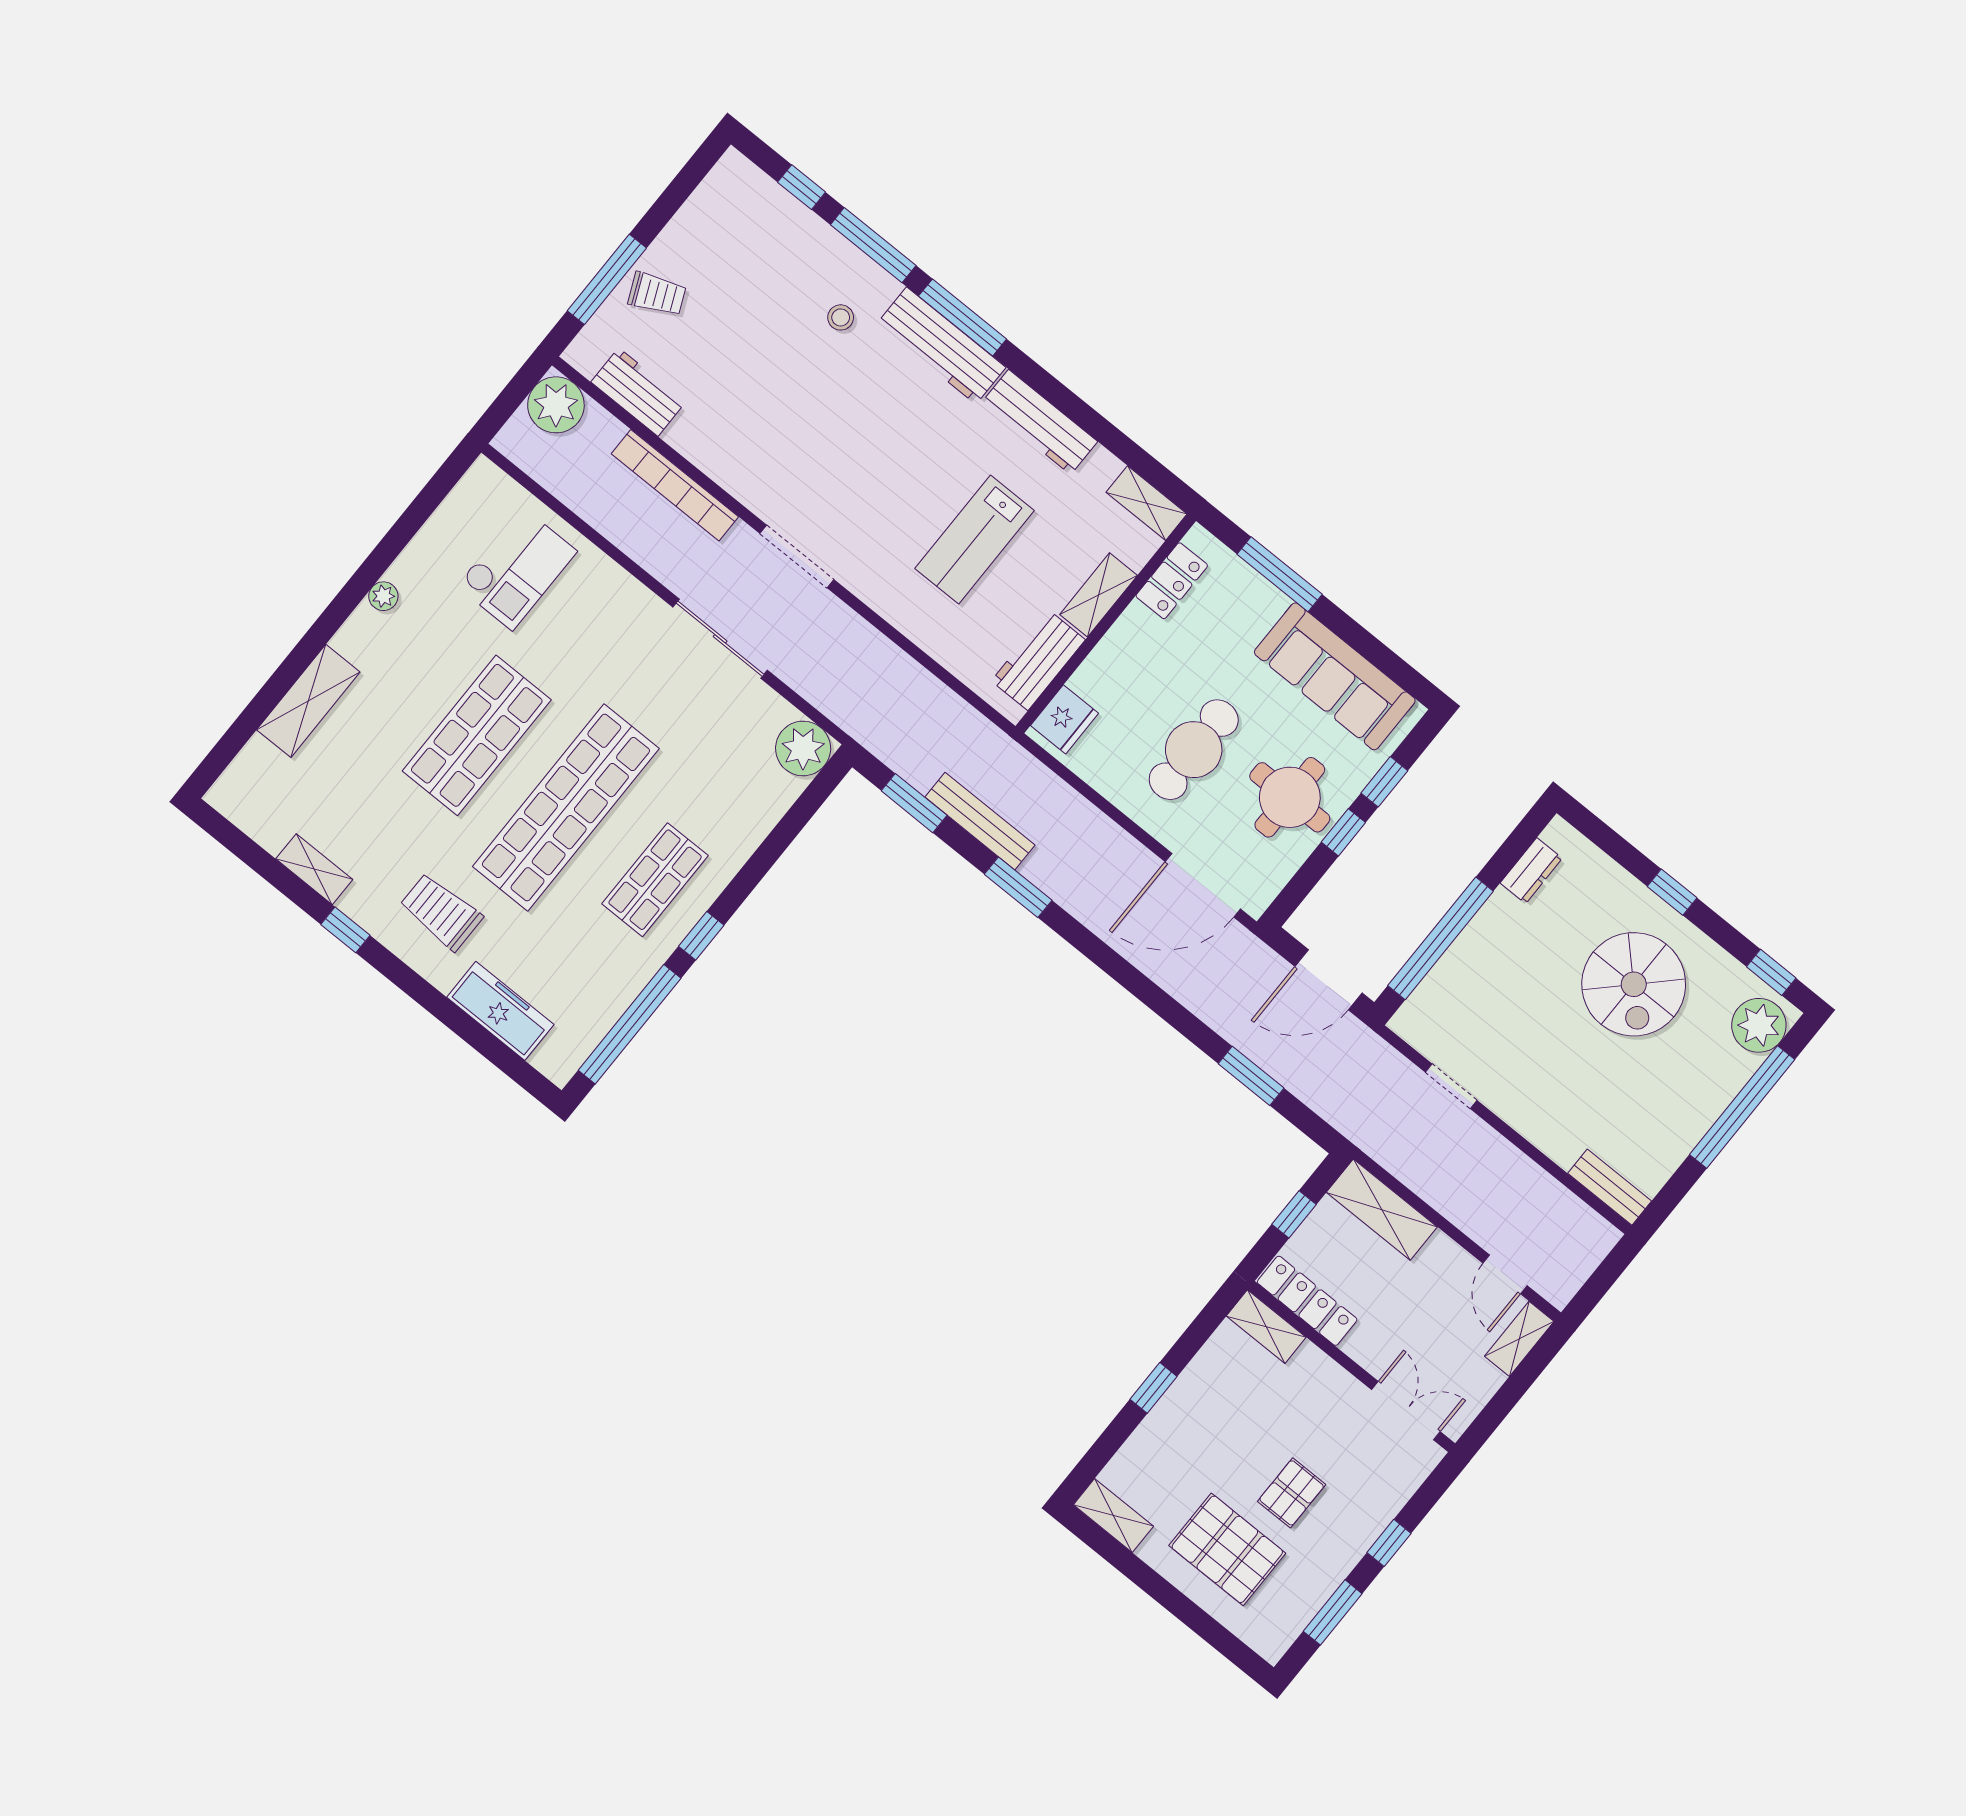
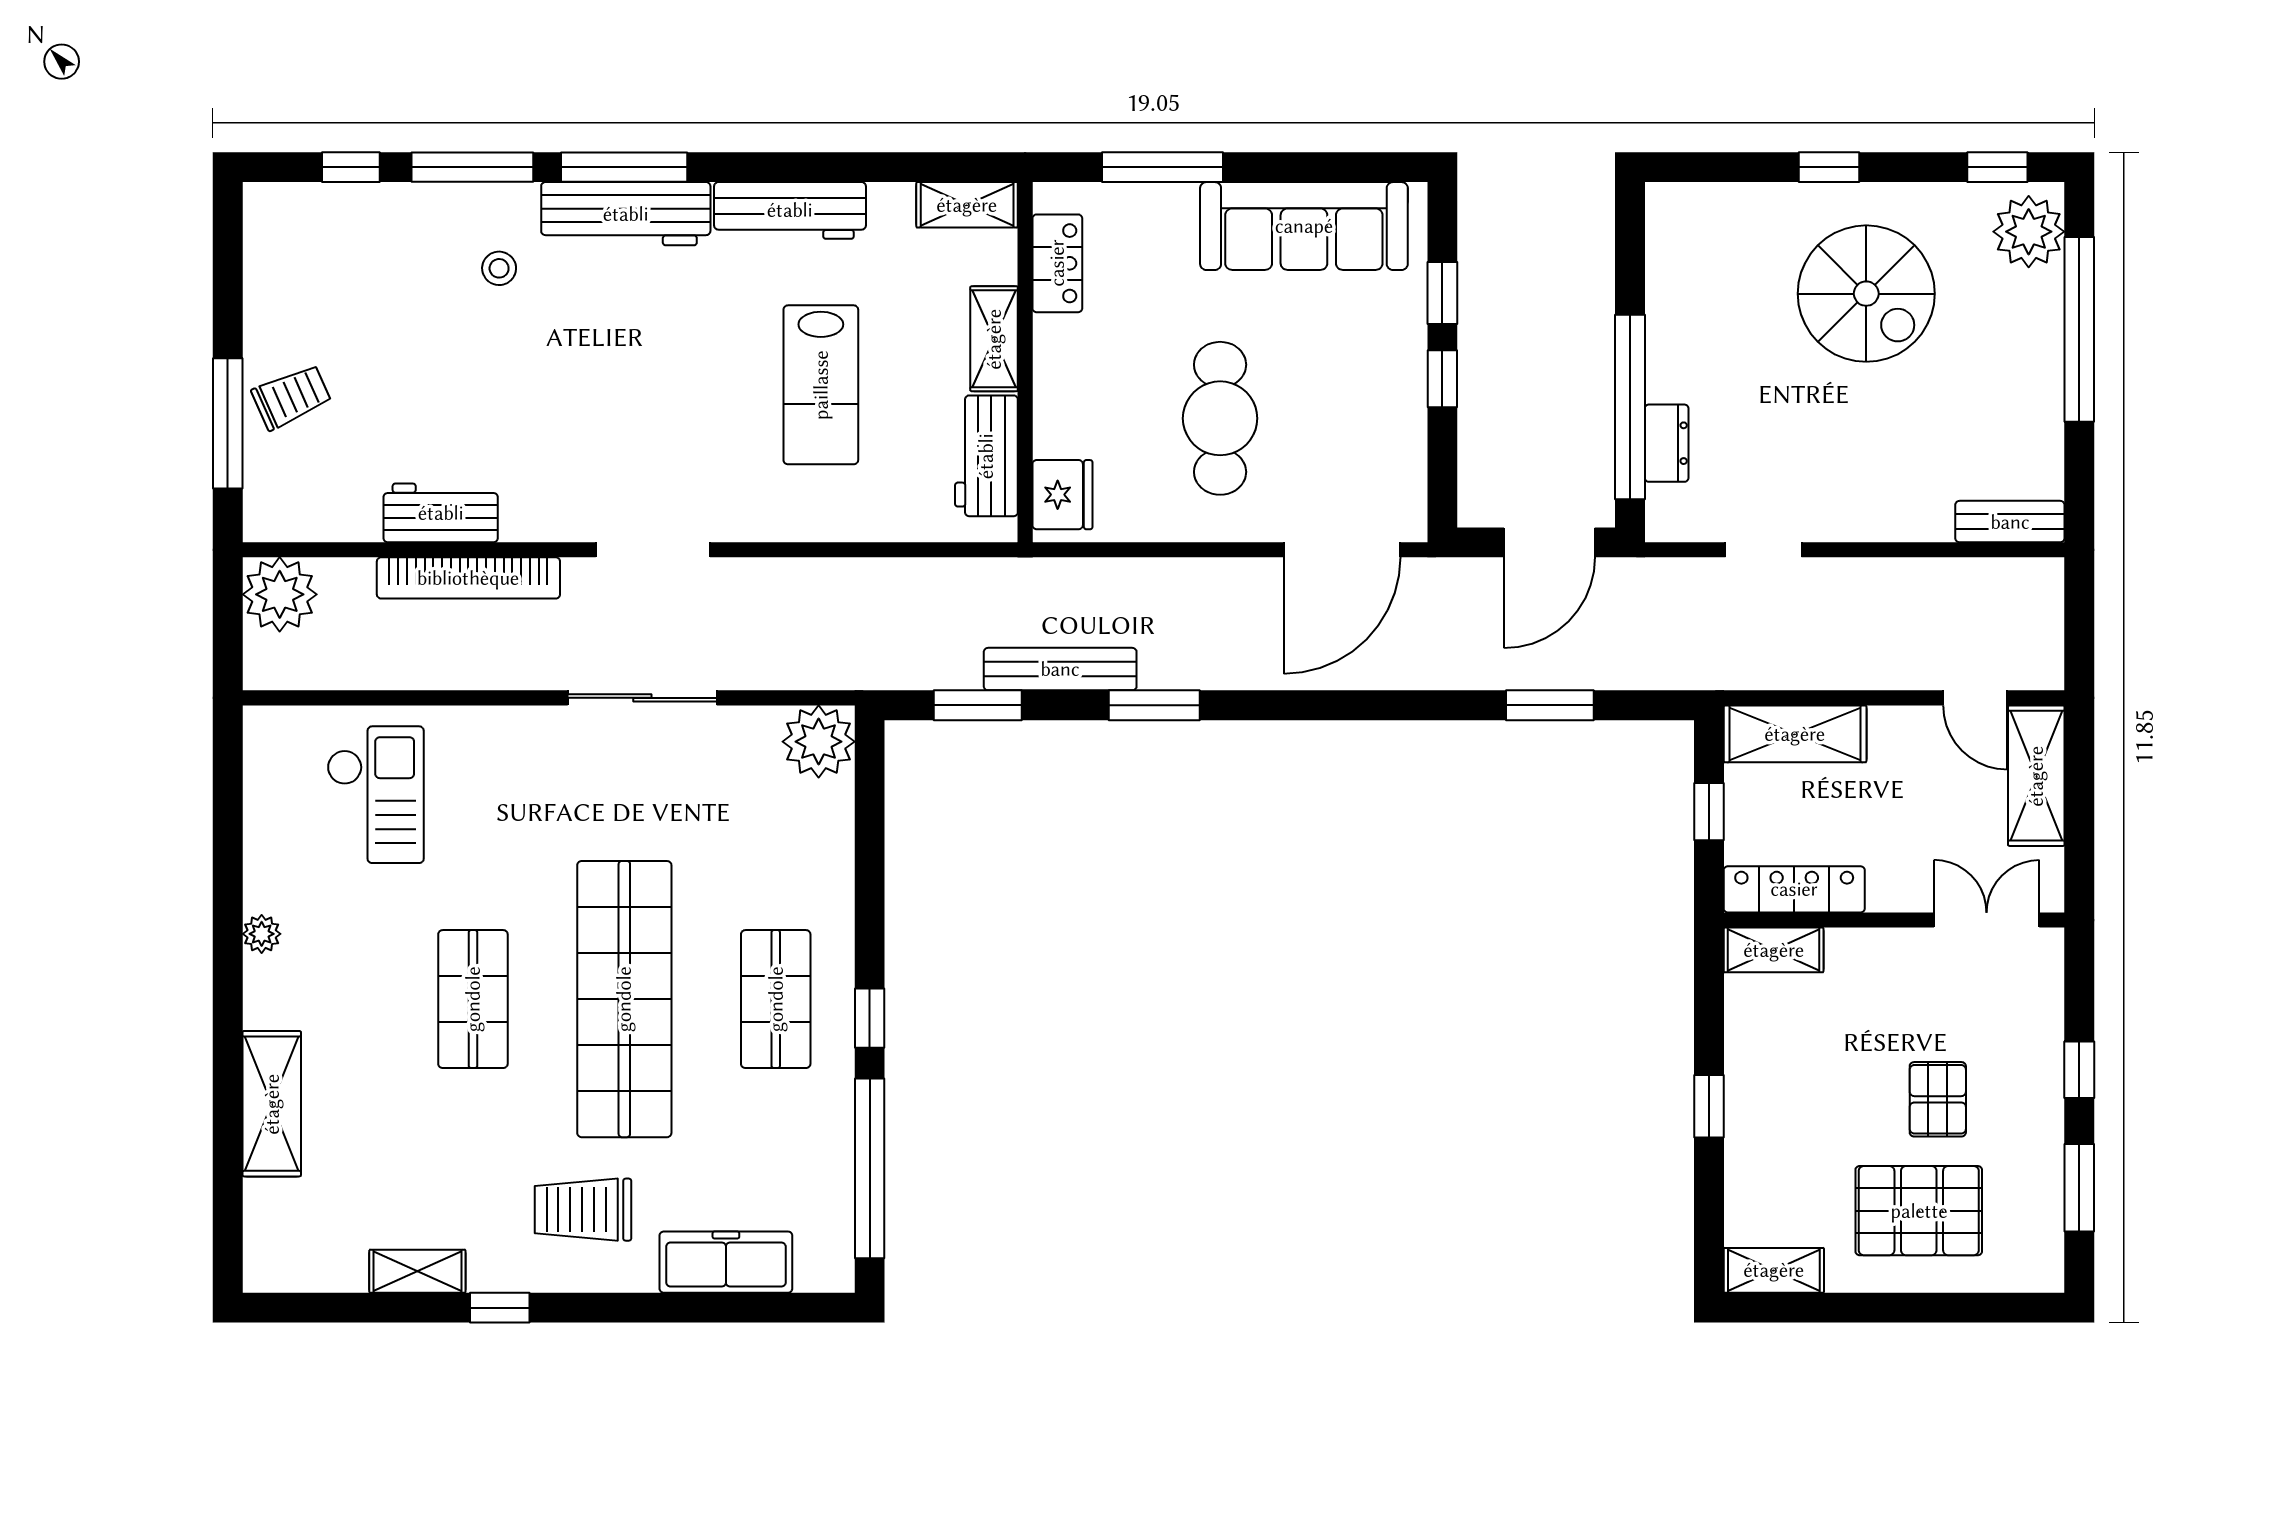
workbench: (638, 392) -> (441, 513), moved
shop shelf: (477, 735) -> (473, 999), width x0.70, depth x0.74
round table: (1290, 797) -> (1358, 387), removed
dresser: (1531, 871) -> (1667, 443), moved
shelving: (1519, 1339) -> (2036, 776), width x1.50, depth x1.33

